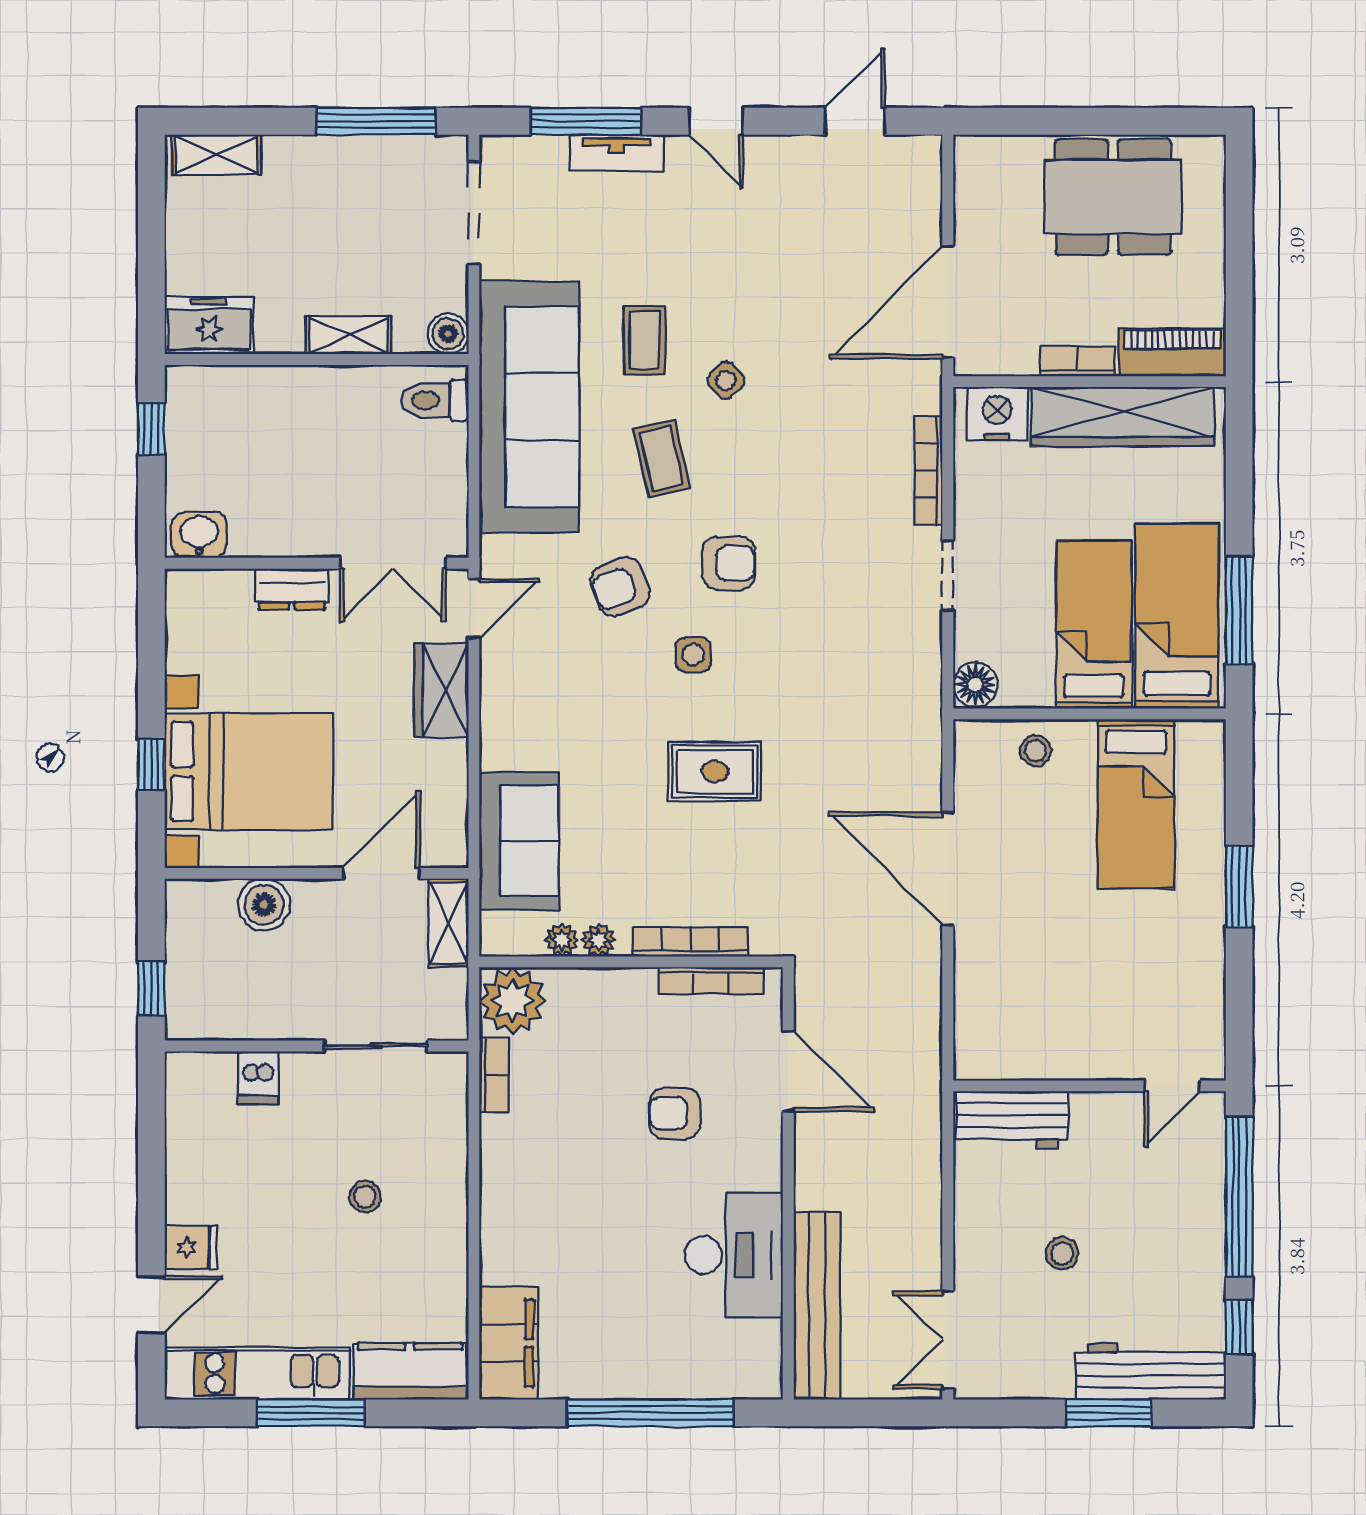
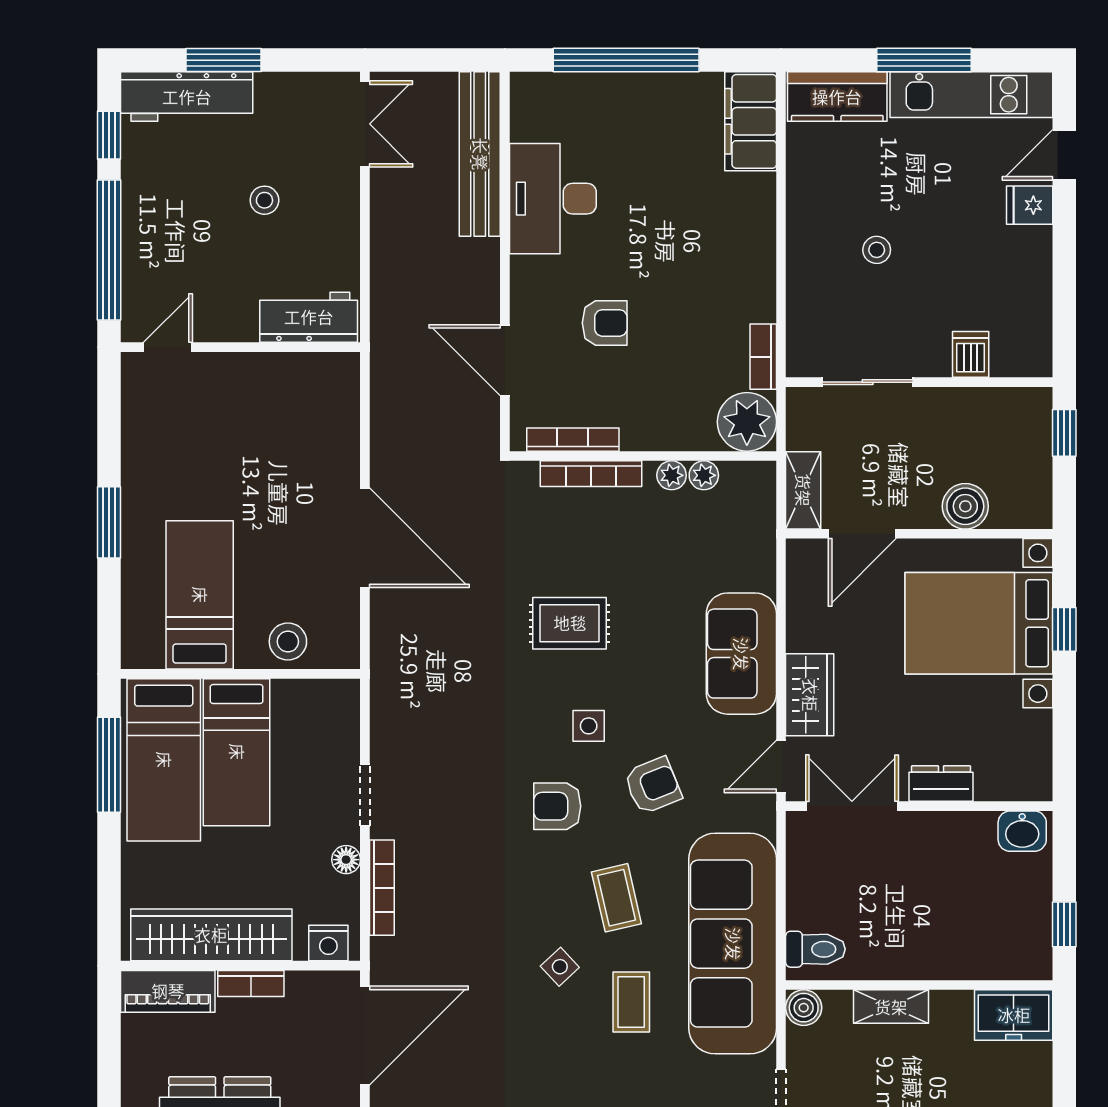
nightstand: (997, 414) -> (328, 943), width x0.74, depth x0.75
floor lamp: (975, 685) -> (346, 860), moved, width x0.73, depth x0.73
stool: (1035, 751) -> (288, 641), width x1.37, depth x1.37
sofa: (519, 841) -> (741, 654), moved

